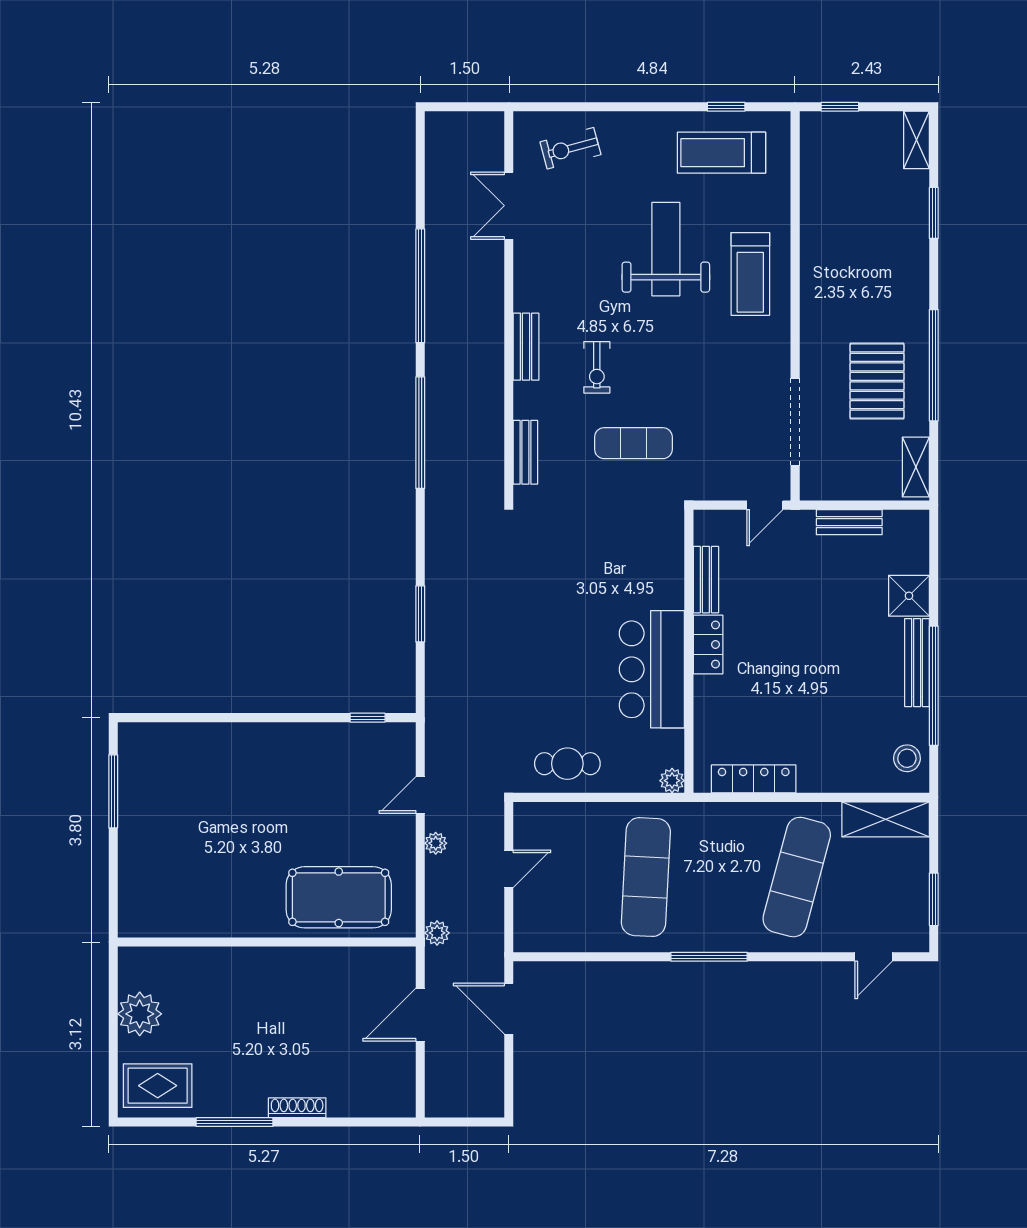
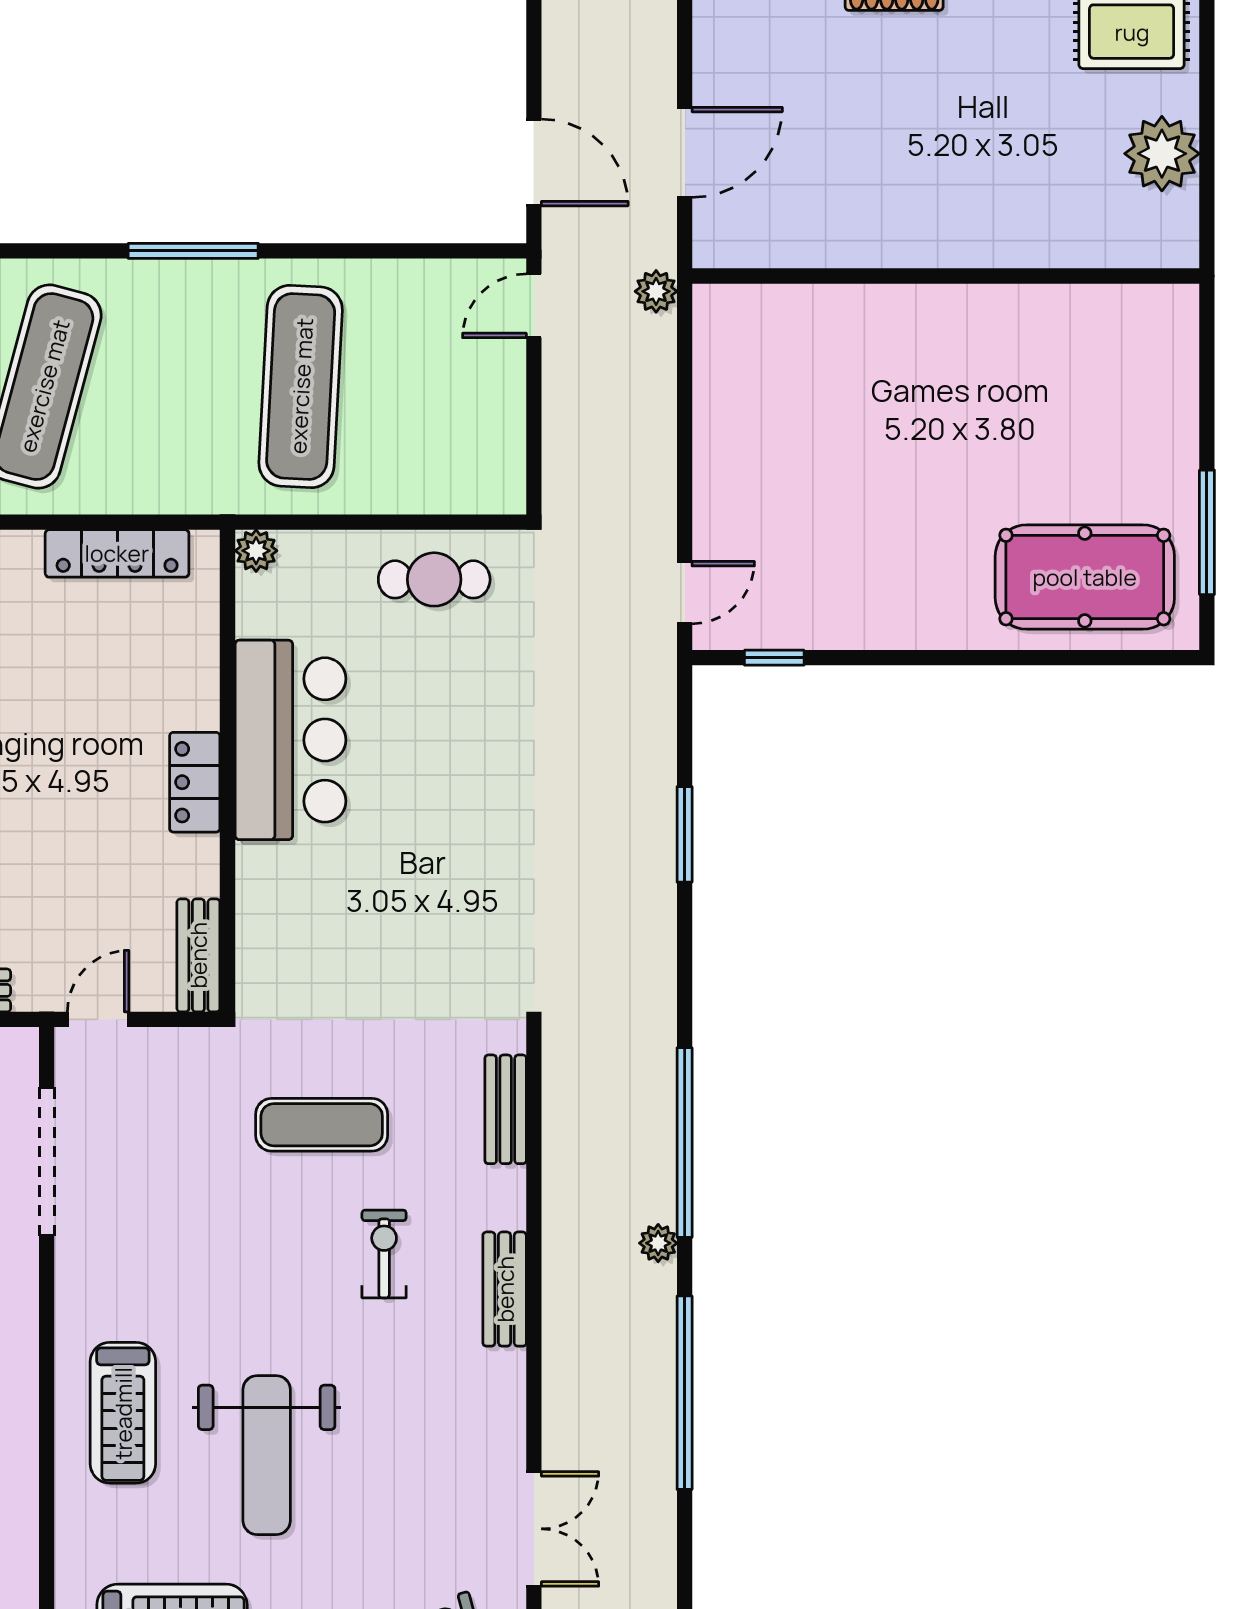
treadmill: (750, 274) -> (123, 1413), turned 180
bench: (706, 580) -> (198, 955), moved
door: (420, 795) -> (685, 593), moved
plant: (436, 843) -> (658, 1243), moved
door: (509, 869) -> (534, 306), moved
pool table: (339, 897) -> (1085, 577), moved

